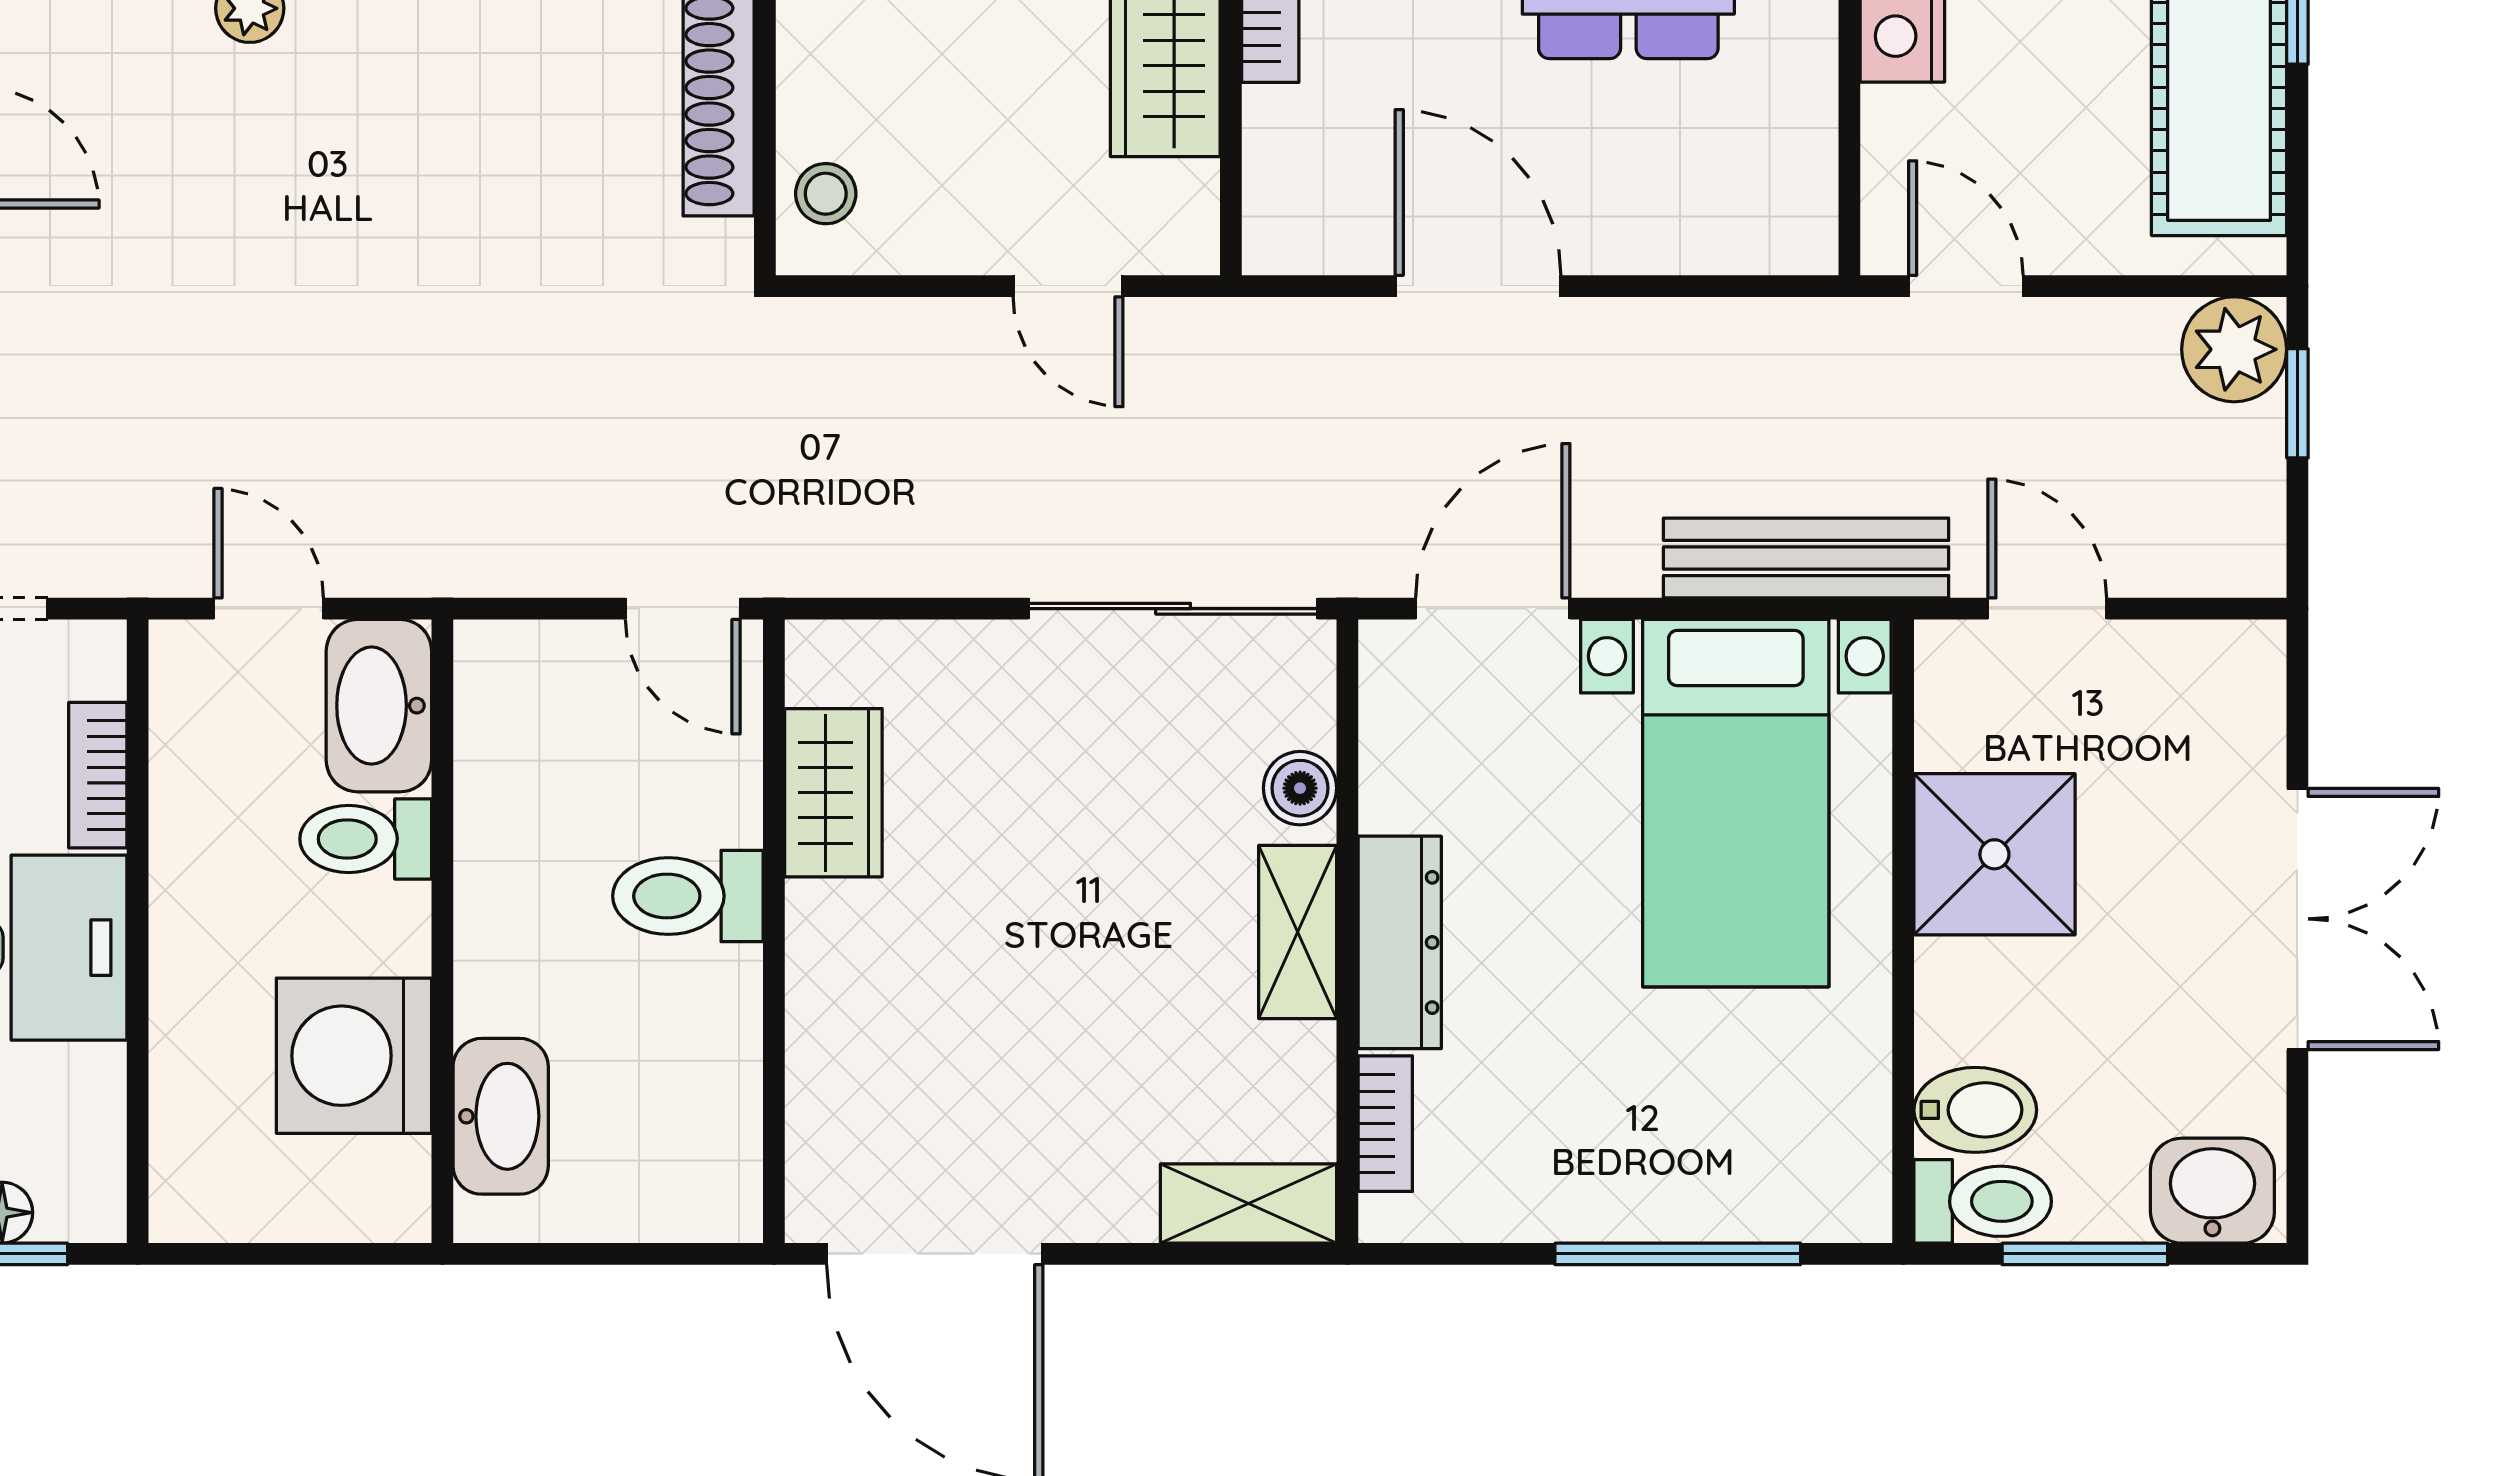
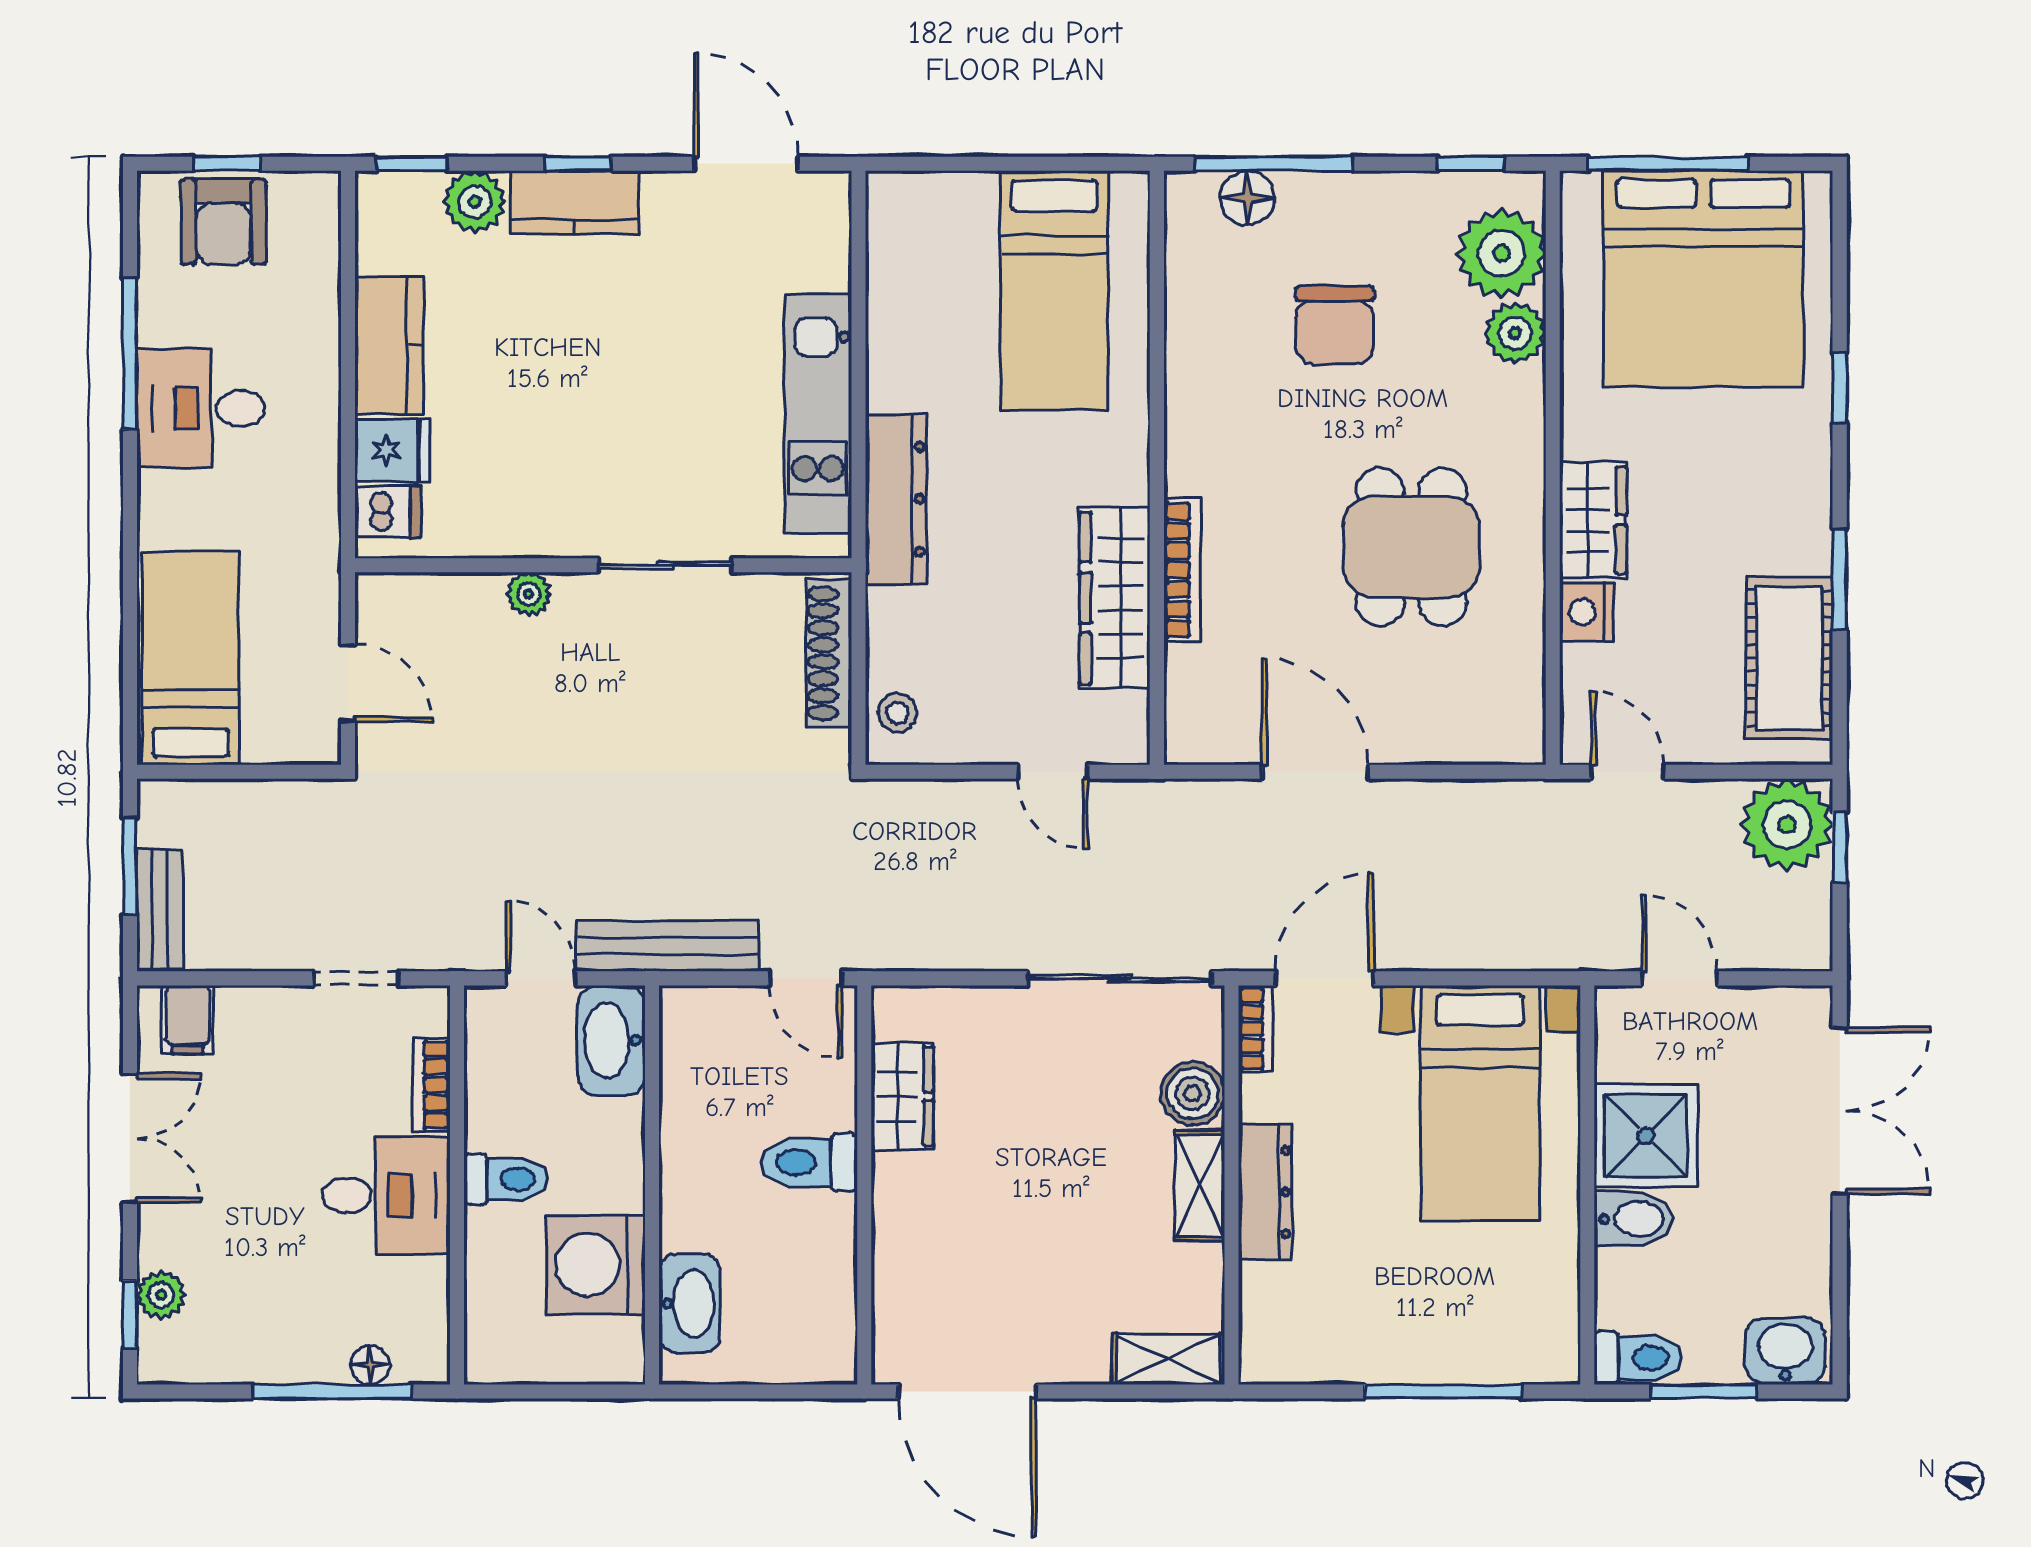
plant: (2234, 349) -> (1787, 825), width x1.36, depth x1.36
bench: (1806, 558) -> (668, 946), moved
boiler: (1300, 788) -> (1193, 1093), width x1.36, depth x1.36
toilet: (366, 839) -> (506, 1179), moved, turned 180
double door: (2297, 919) -> (1840, 1110), moved
bidet: (1975, 1110) -> (1633, 1219), moved
bookcase: (1385, 1124) -> (1256, 1029), moved

